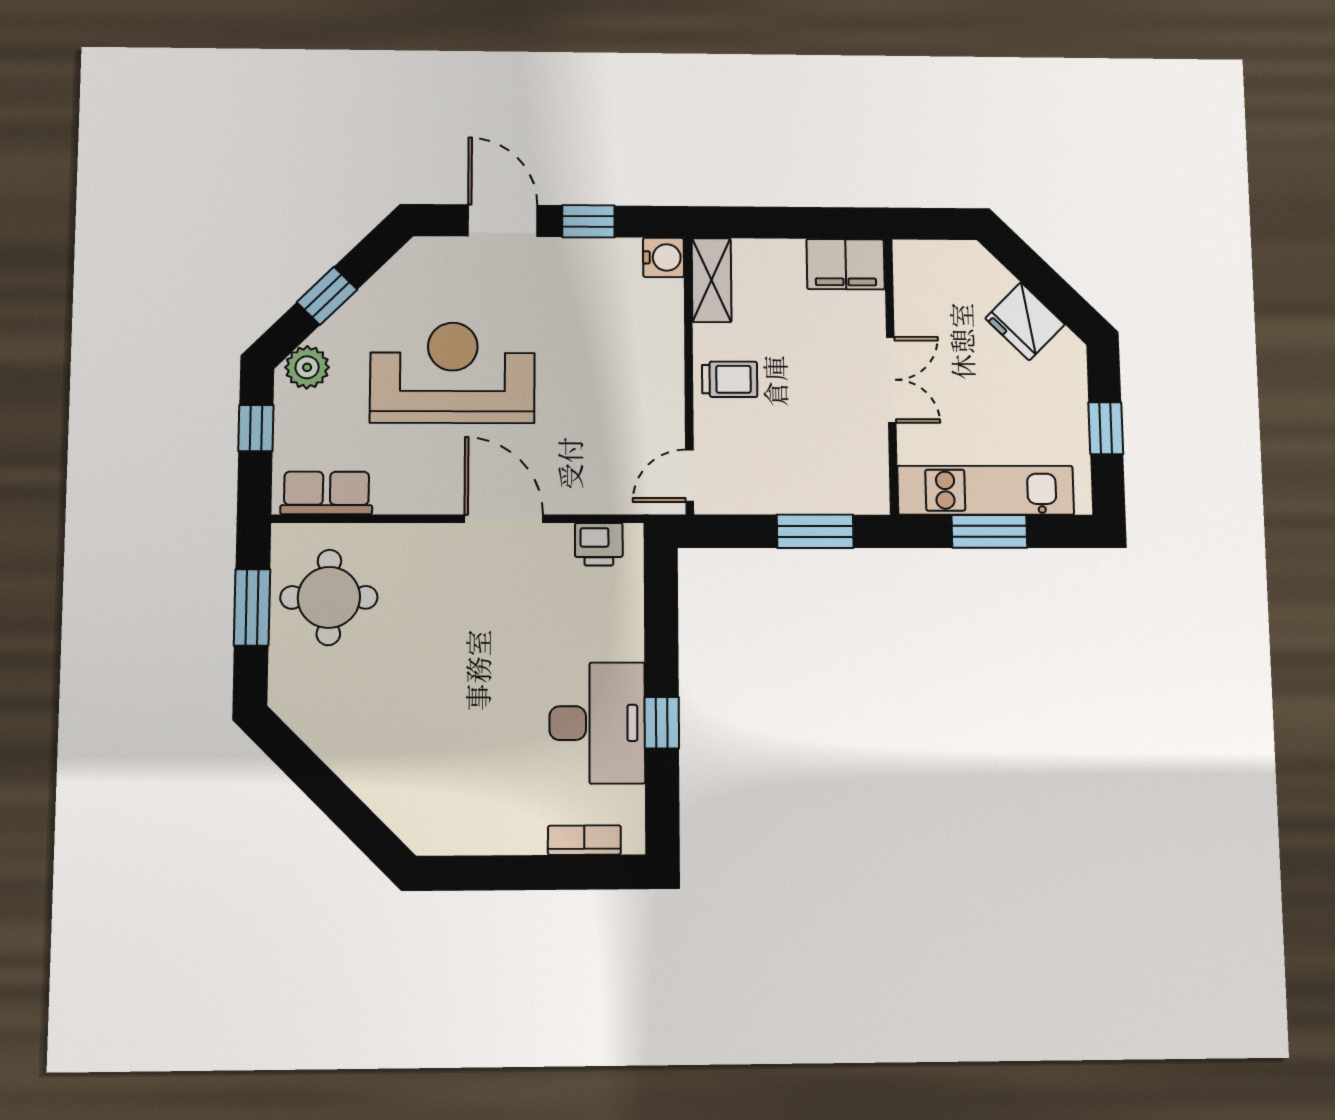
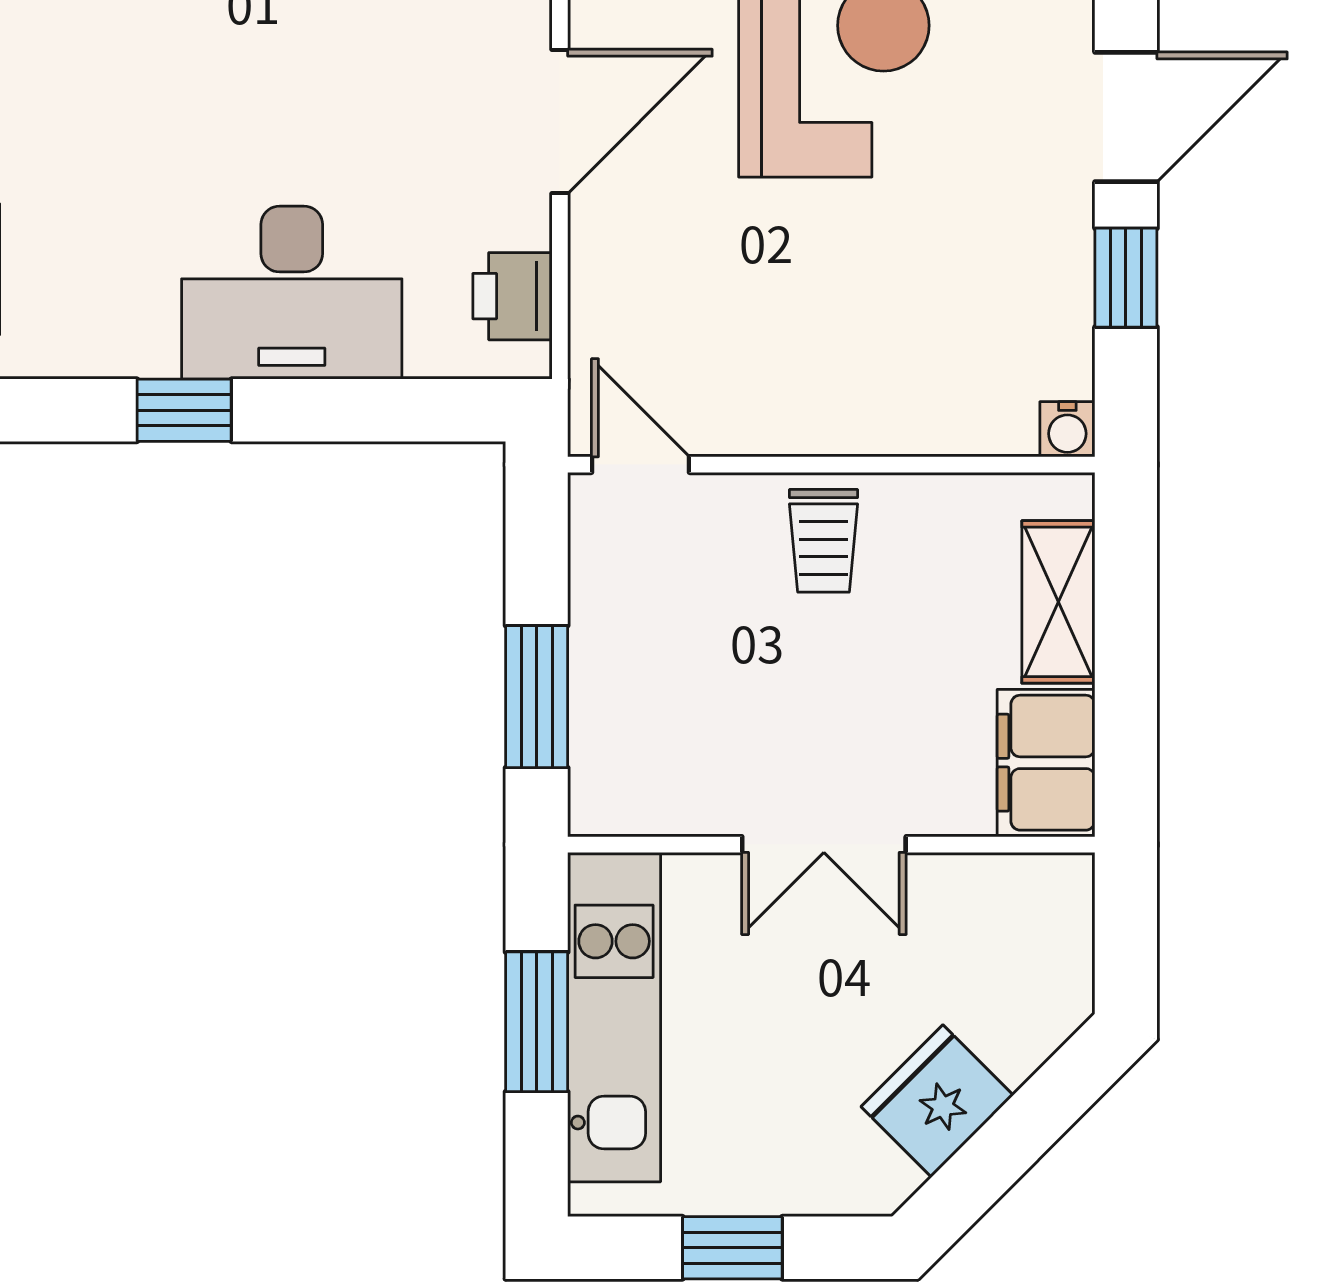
water cooler: (663, 257) -> (1067, 429), width x0.72, depth x0.72
shelving: (712, 280) -> (1058, 602), moved, turned 90
desk: (597, 723) -> (292, 293), moved

